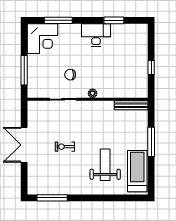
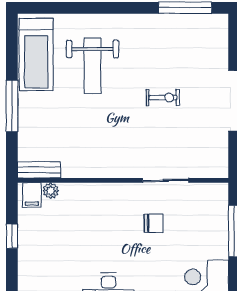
filing cabinet: (140, 91) -> (32, 195), added
plant: (93, 93) -> (51, 191), moved
bench: (131, 105) -> (39, 170), width x0.73

